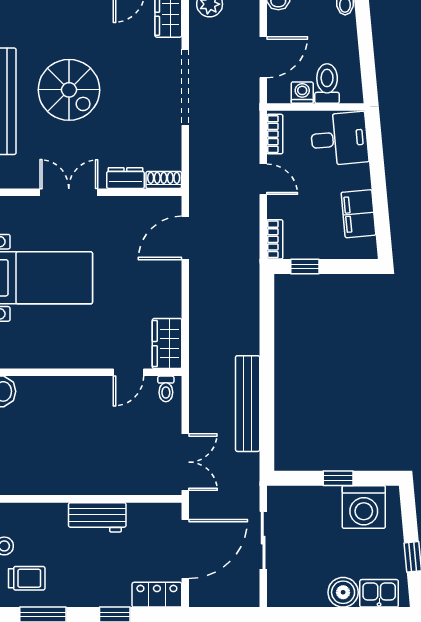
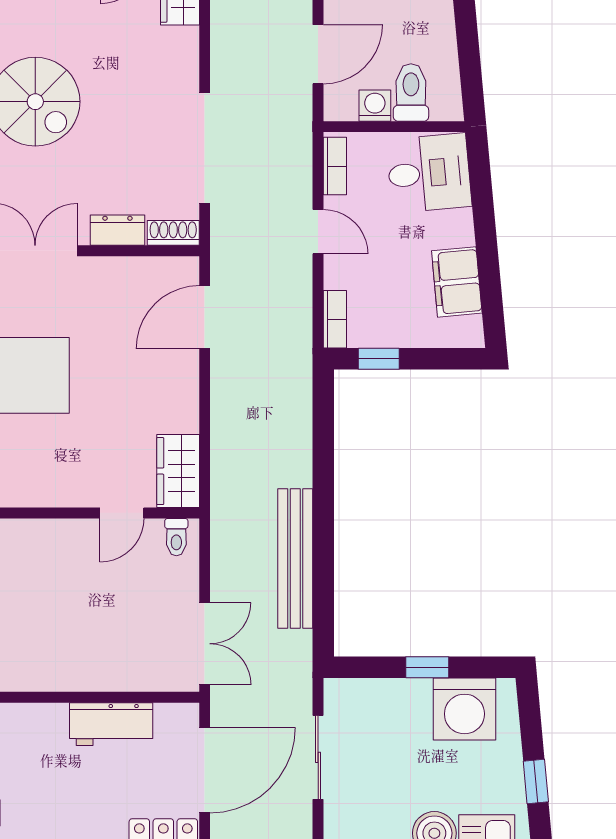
doorway: (185, 87) -> (205, 148), moved
workbench: (97, 517) -> (111, 724), moved

